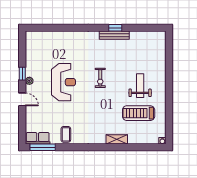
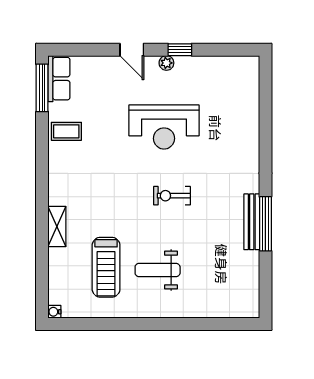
window: (115, 28) -> (265, 224), width x2.17
weight bench: (140, 86) -> (158, 270), turned 180
door: (22, 99) -> (132, 50), hinge flipped
treadmill: (139, 113) -> (106, 267), turned 180

